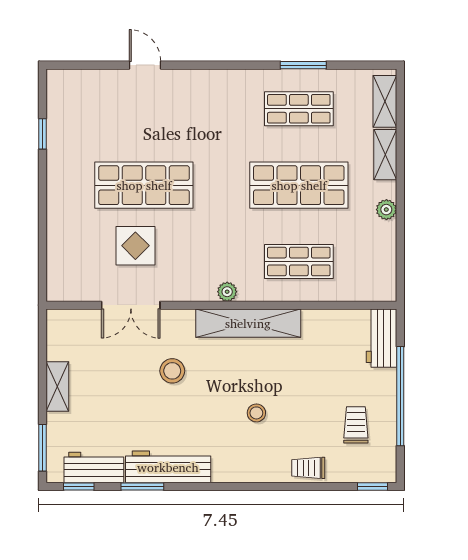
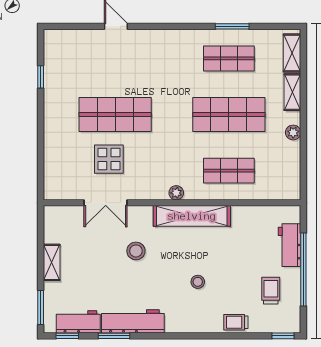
workbench: (381, 338) -> (290, 245), moved

